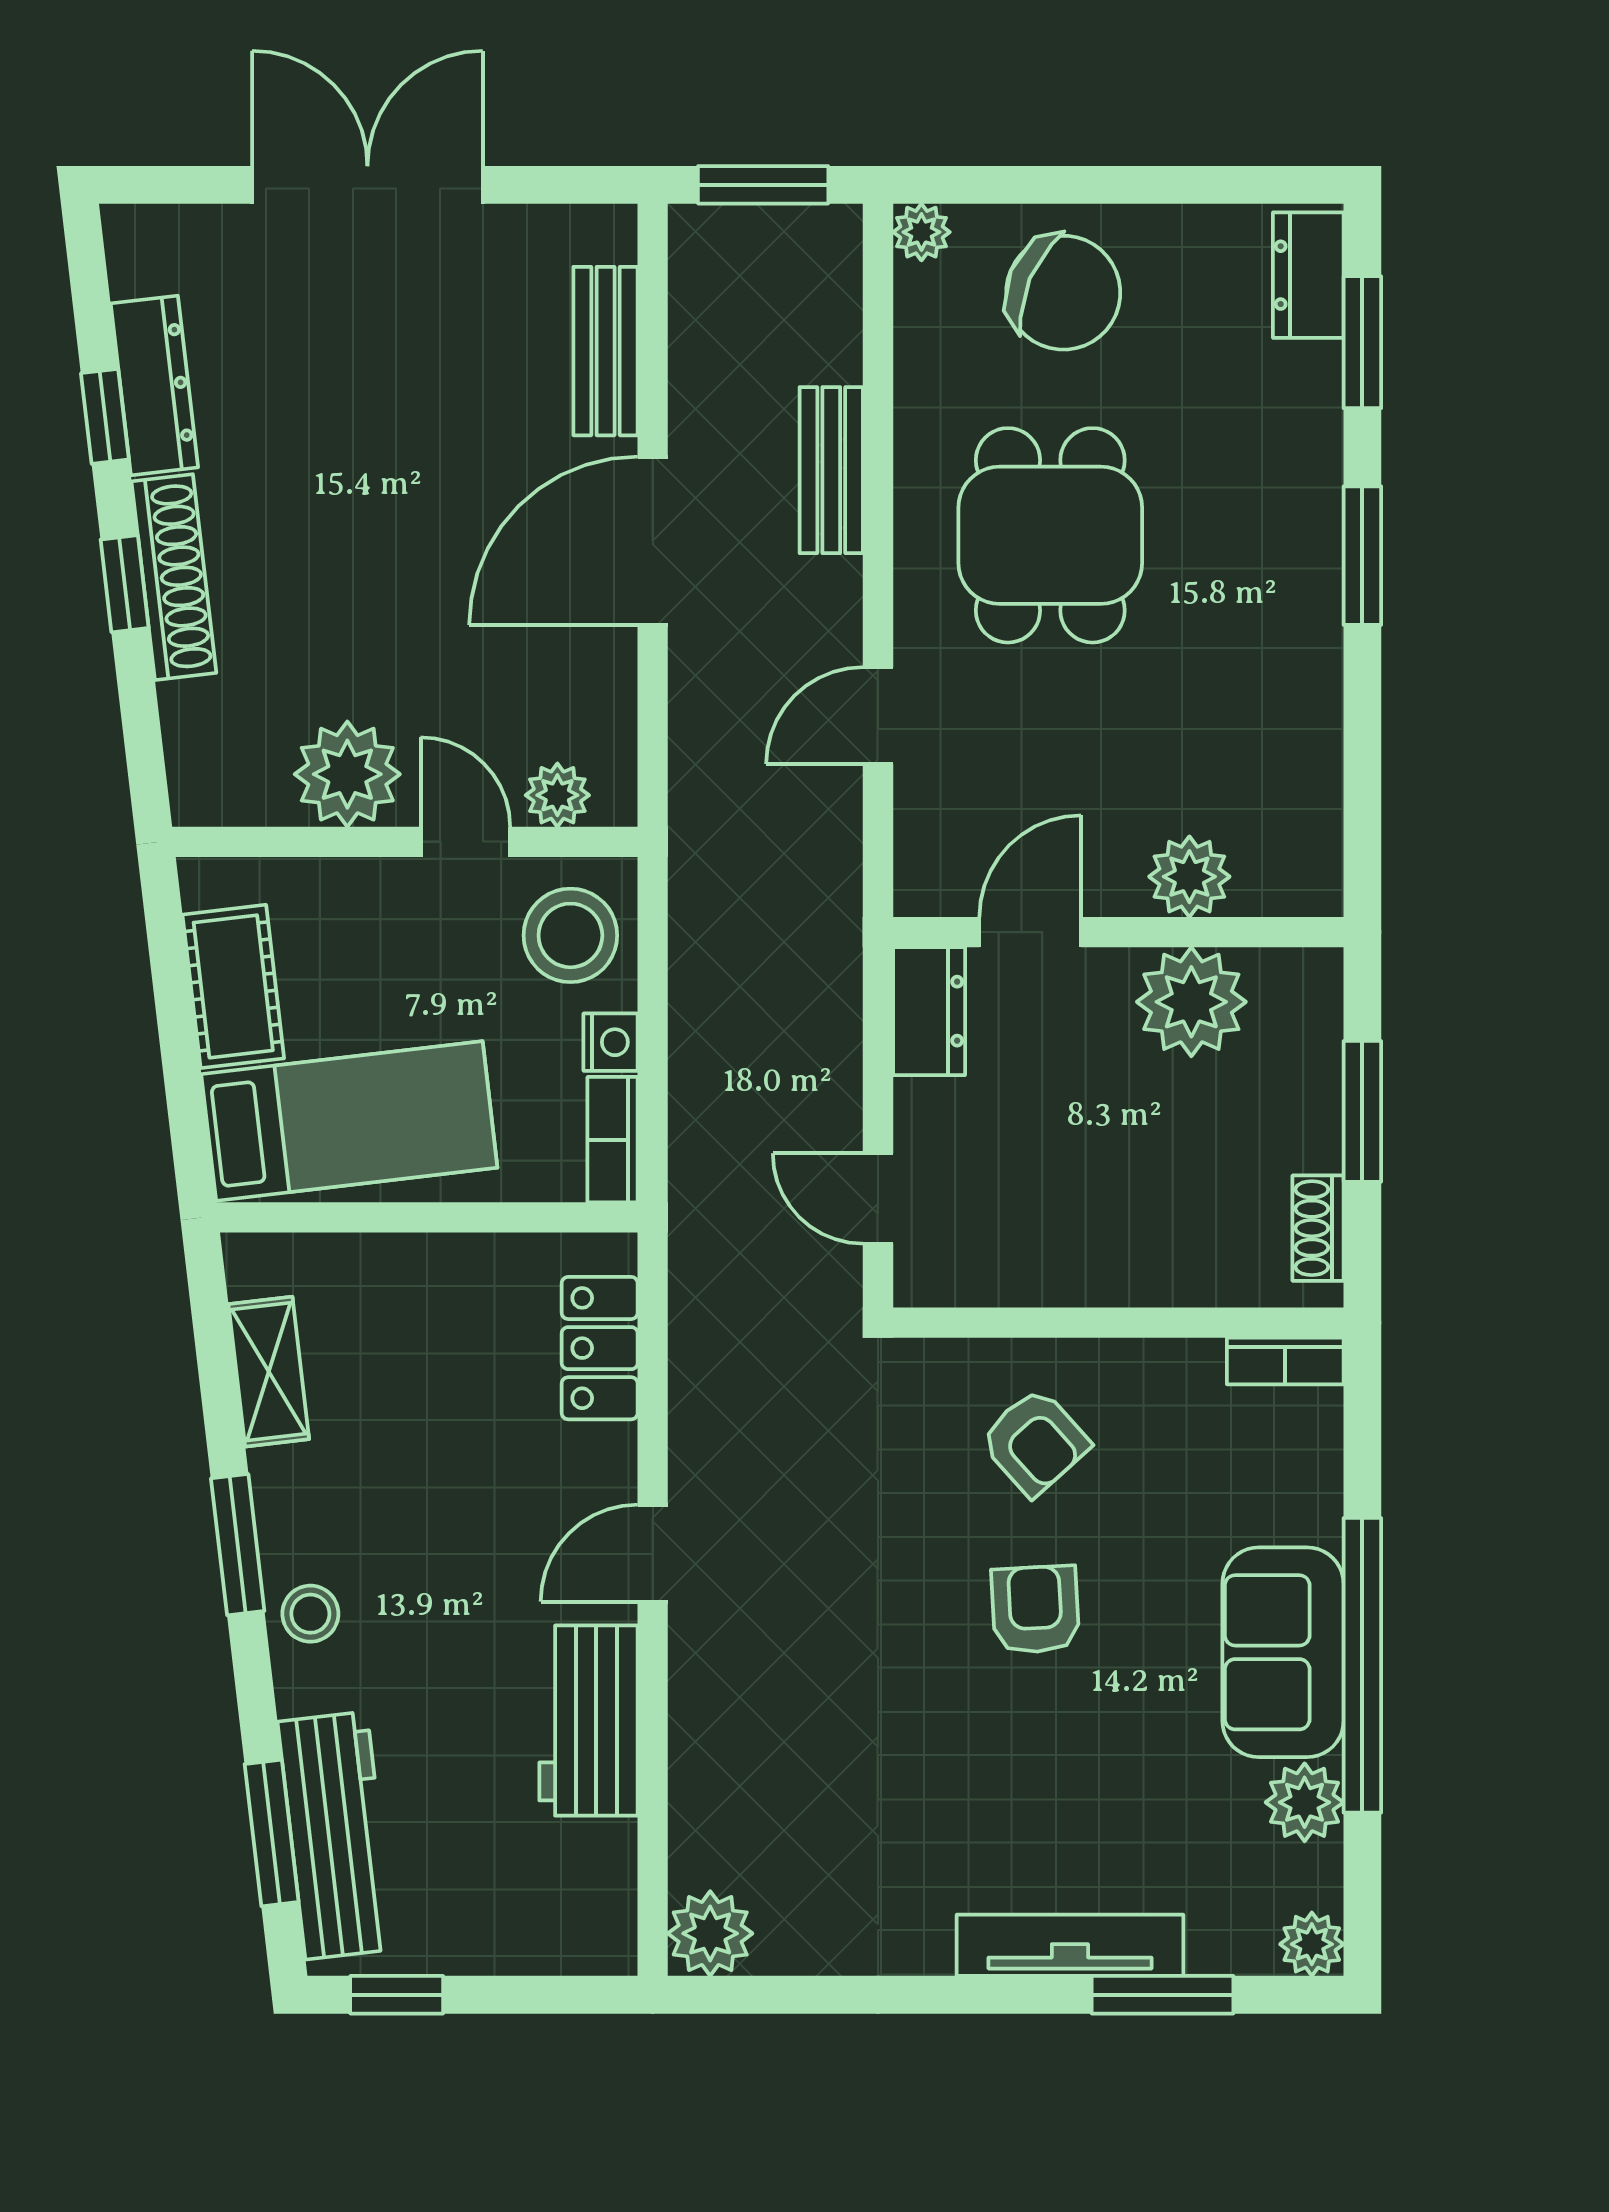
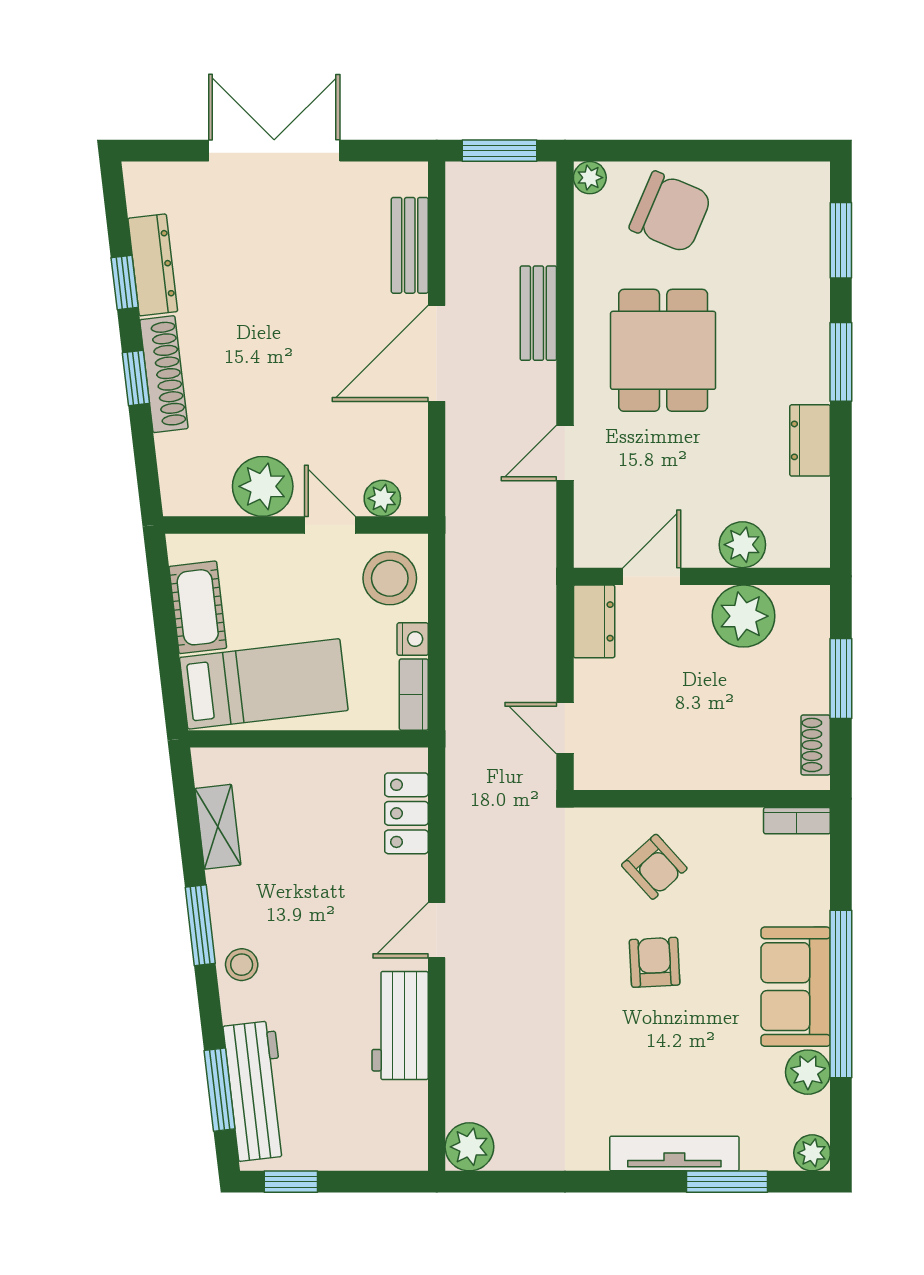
dresser: (1308, 275) -> (810, 440), moved

